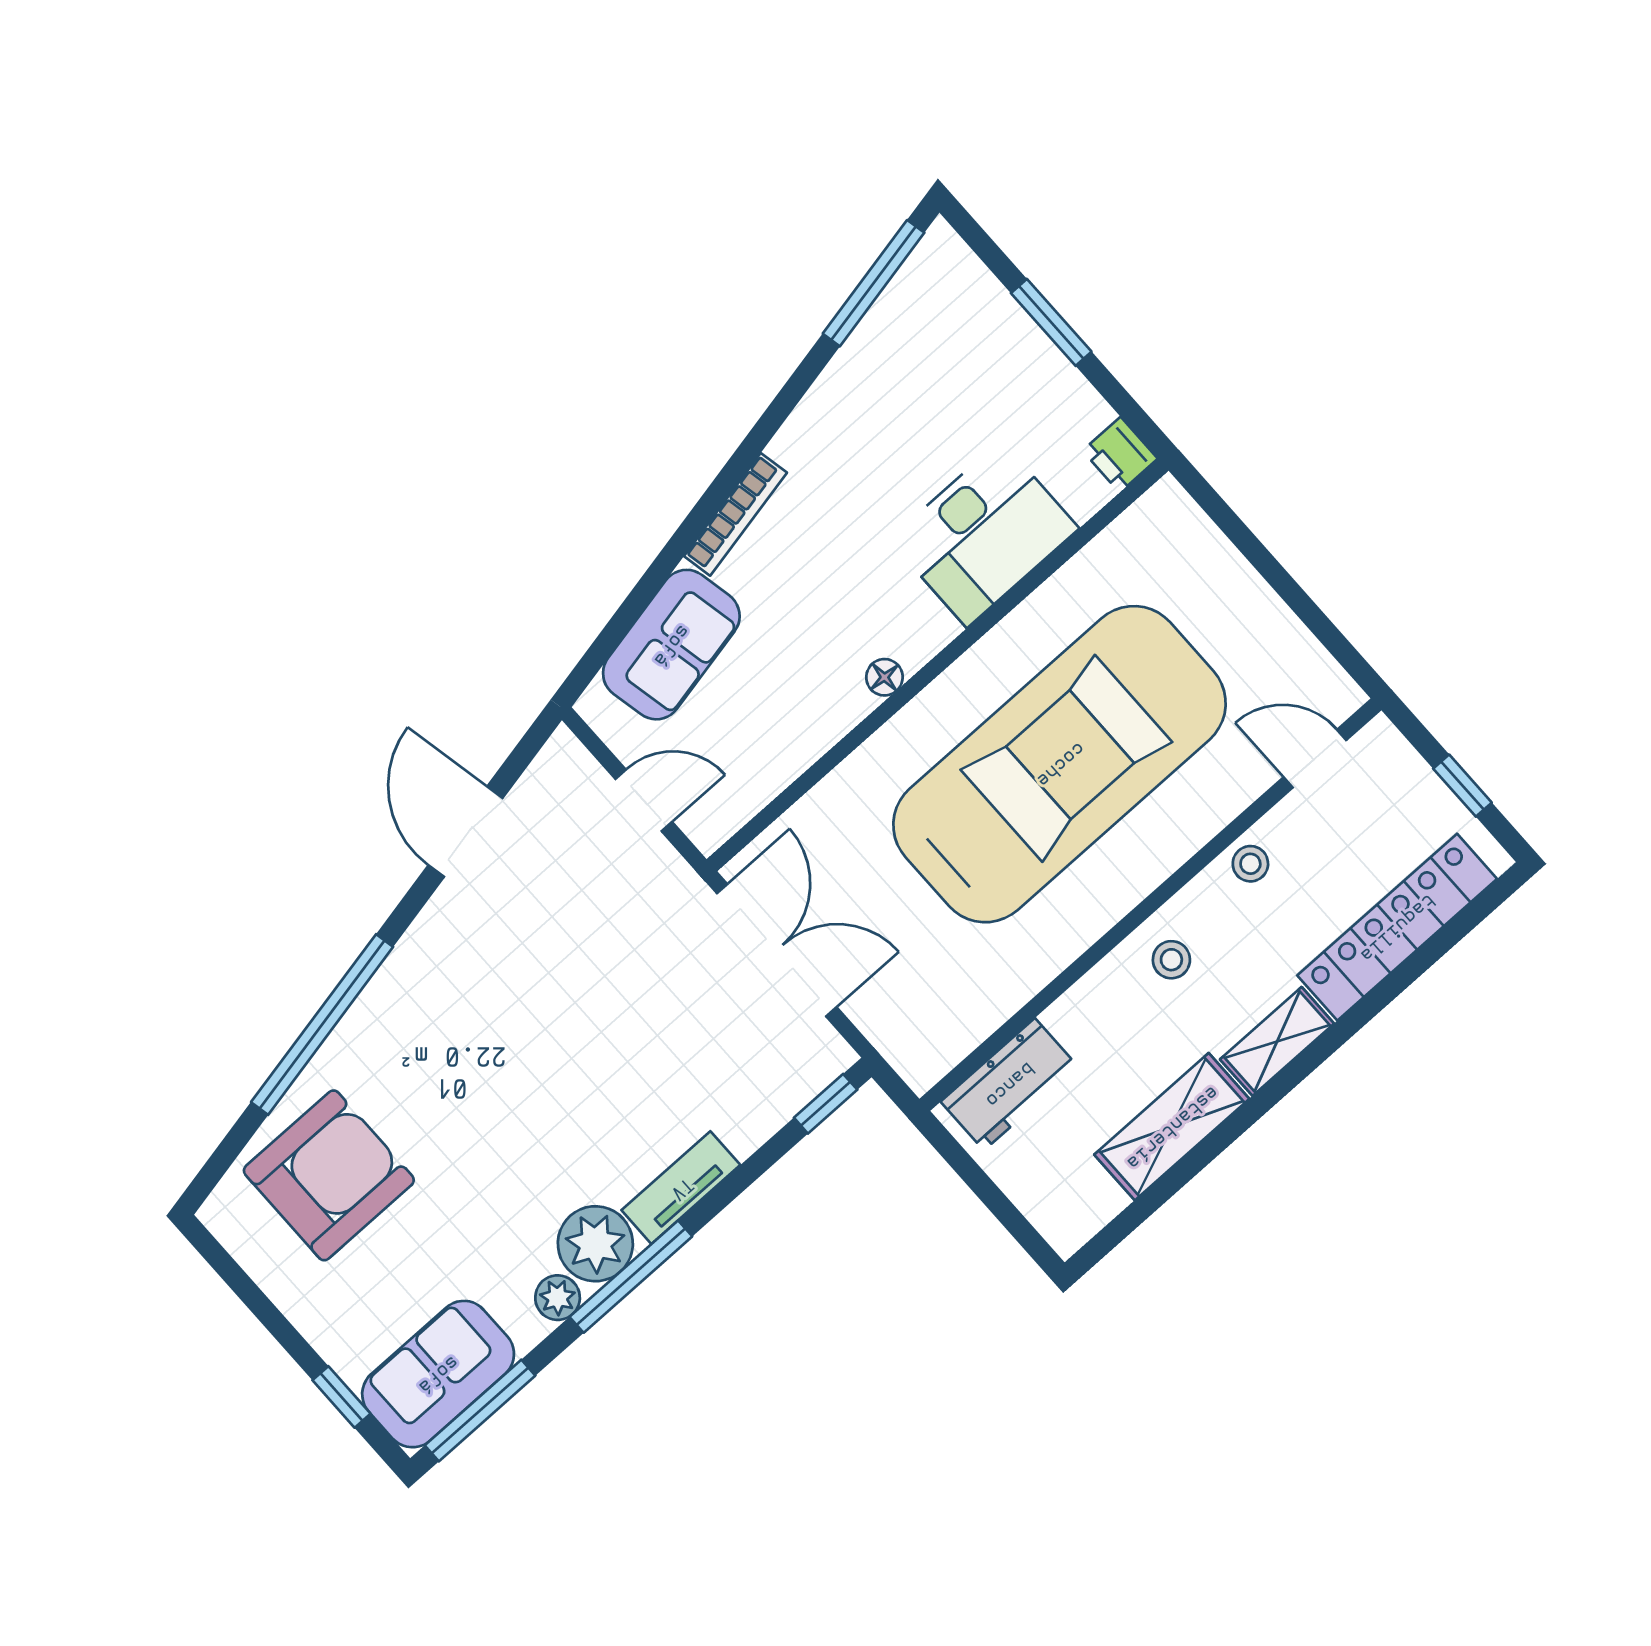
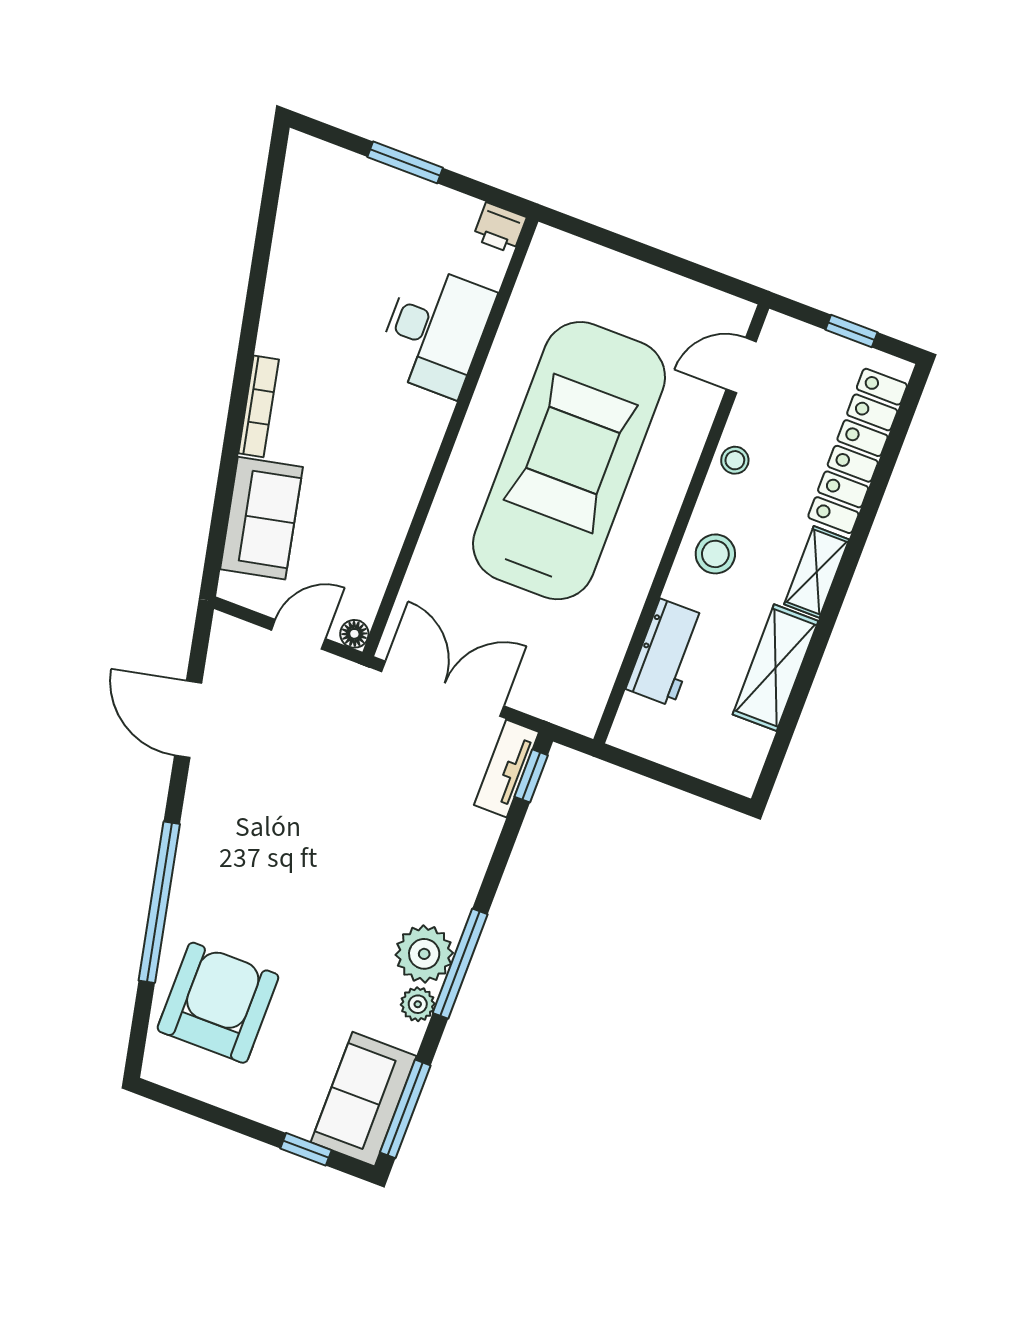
window: (874, 283) -> (270, 199), removed
floor lamp: (884, 677) -> (354, 634), moved
stool: (1171, 960) -> (715, 554), width x1.37, depth x1.37
workbench: (1009, 1084) -> (666, 652), moved
tv unit: (681, 1188) -> (506, 768), moved

